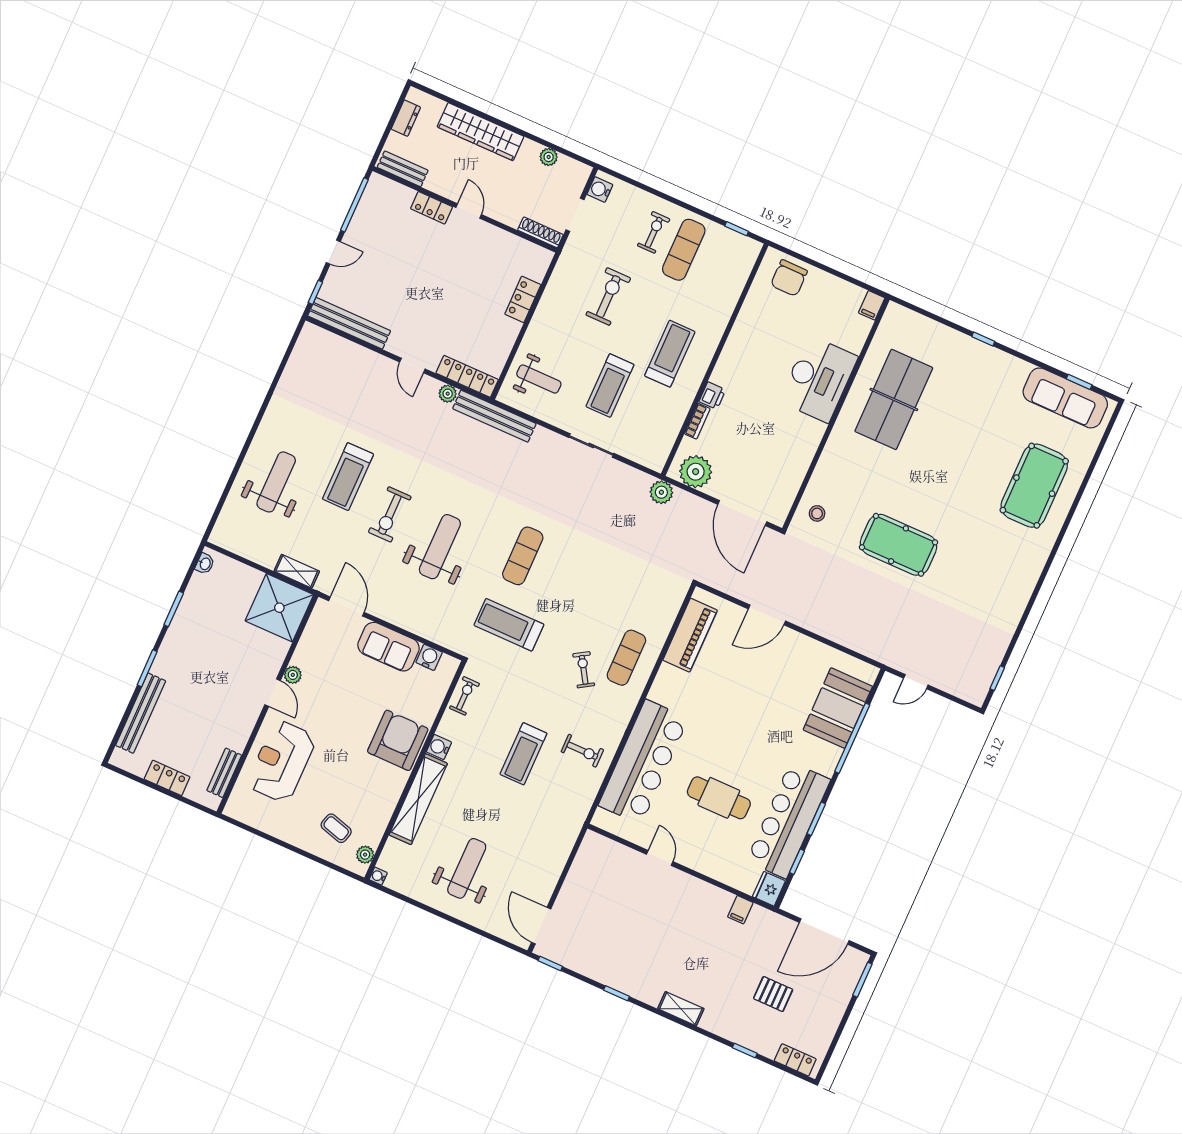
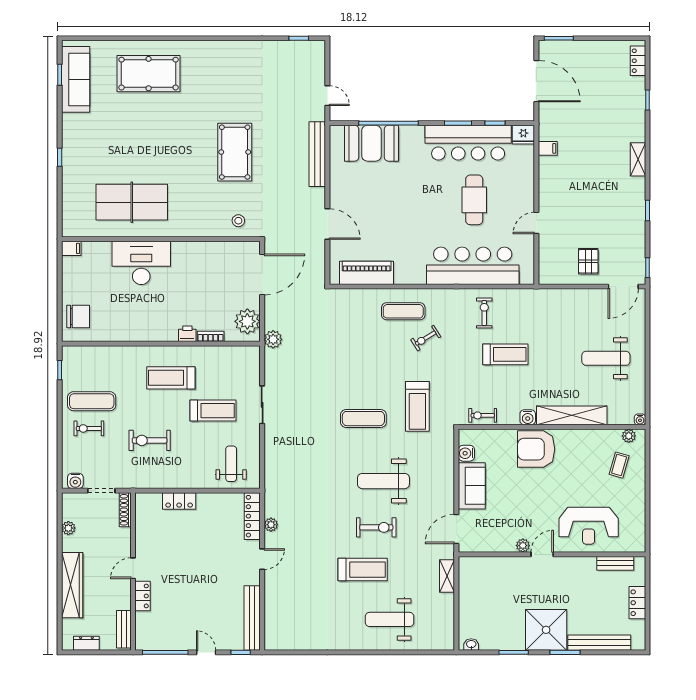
bench: (494, 416) -> (317, 154), moved
shower: (279, 608) -> (546, 630), moved
pallet: (773, 994) -> (588, 261), moved

